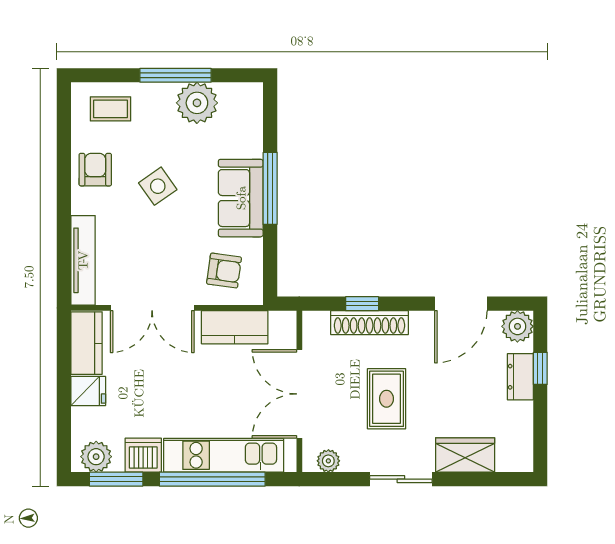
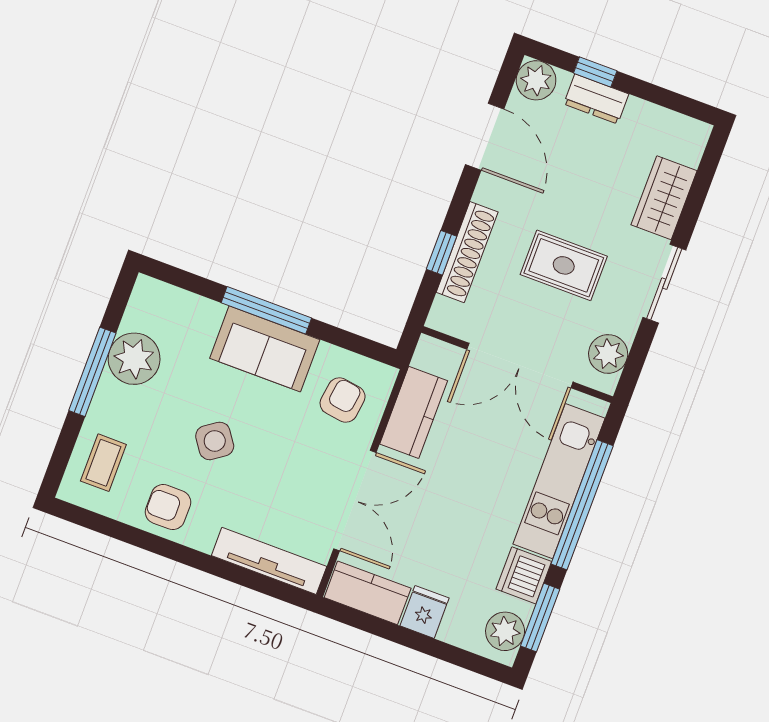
plant: (328, 461) -> (608, 354), width x1.38, depth x1.38

